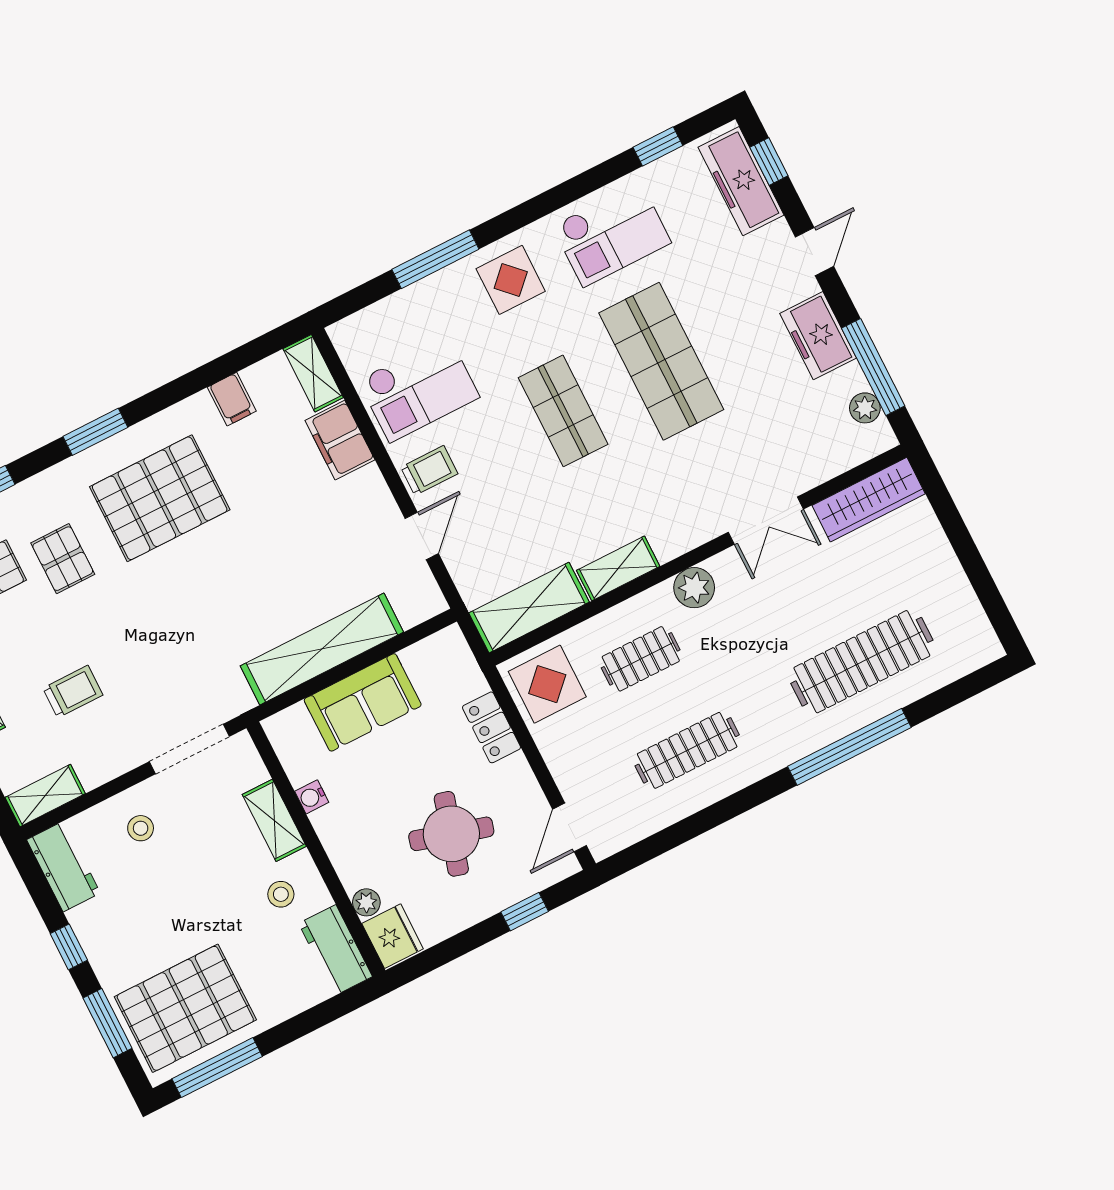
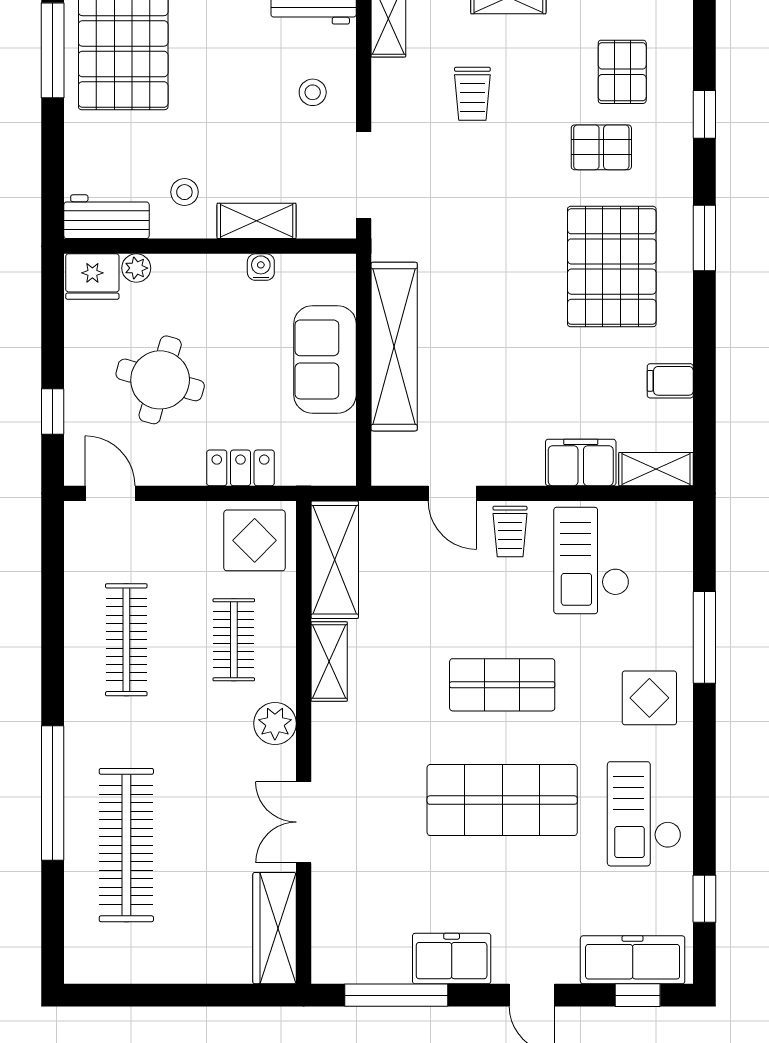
plant: (865, 408) -> (362, 968), removed

